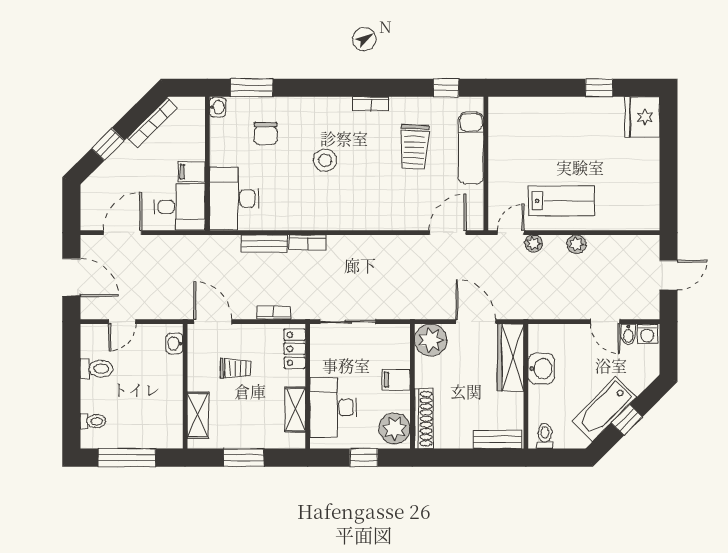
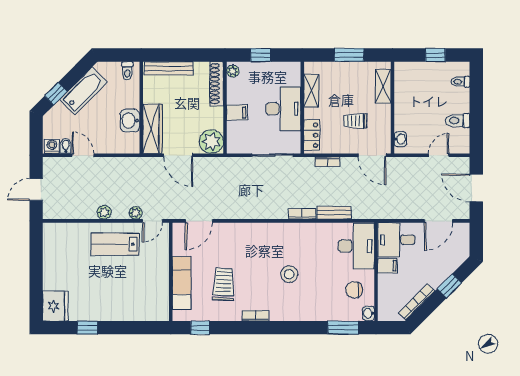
chair: (266, 134) -> (354, 290), moved, turned -90
desk: (333, 407) -> (283, 109), moved
window: (627, 420) -> (56, 94), moved
plant: (395, 428) -> (233, 71), width x0.53, depth x0.53
bench: (497, 439) -> (169, 68), width x1.36
window: (127, 458) -> (435, 55), width x0.46

